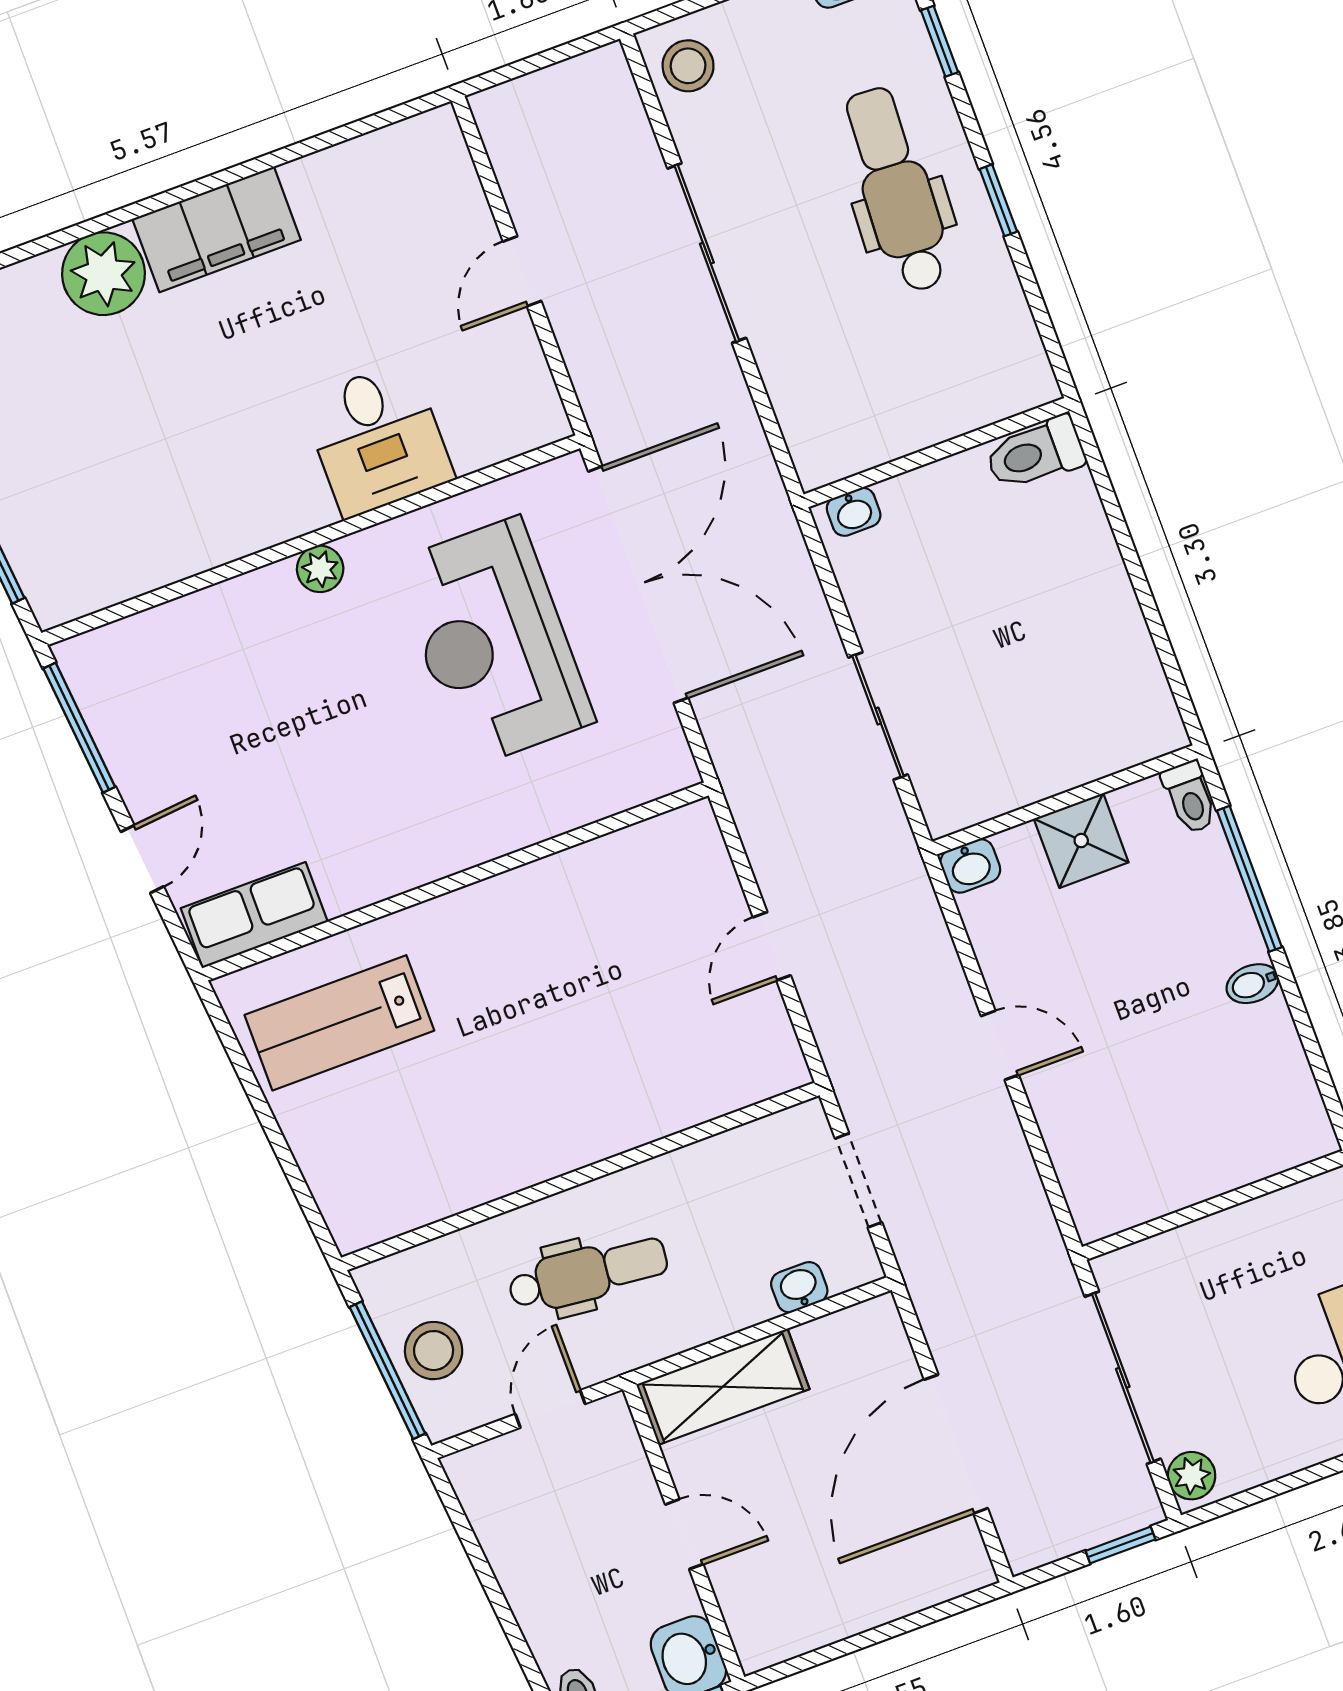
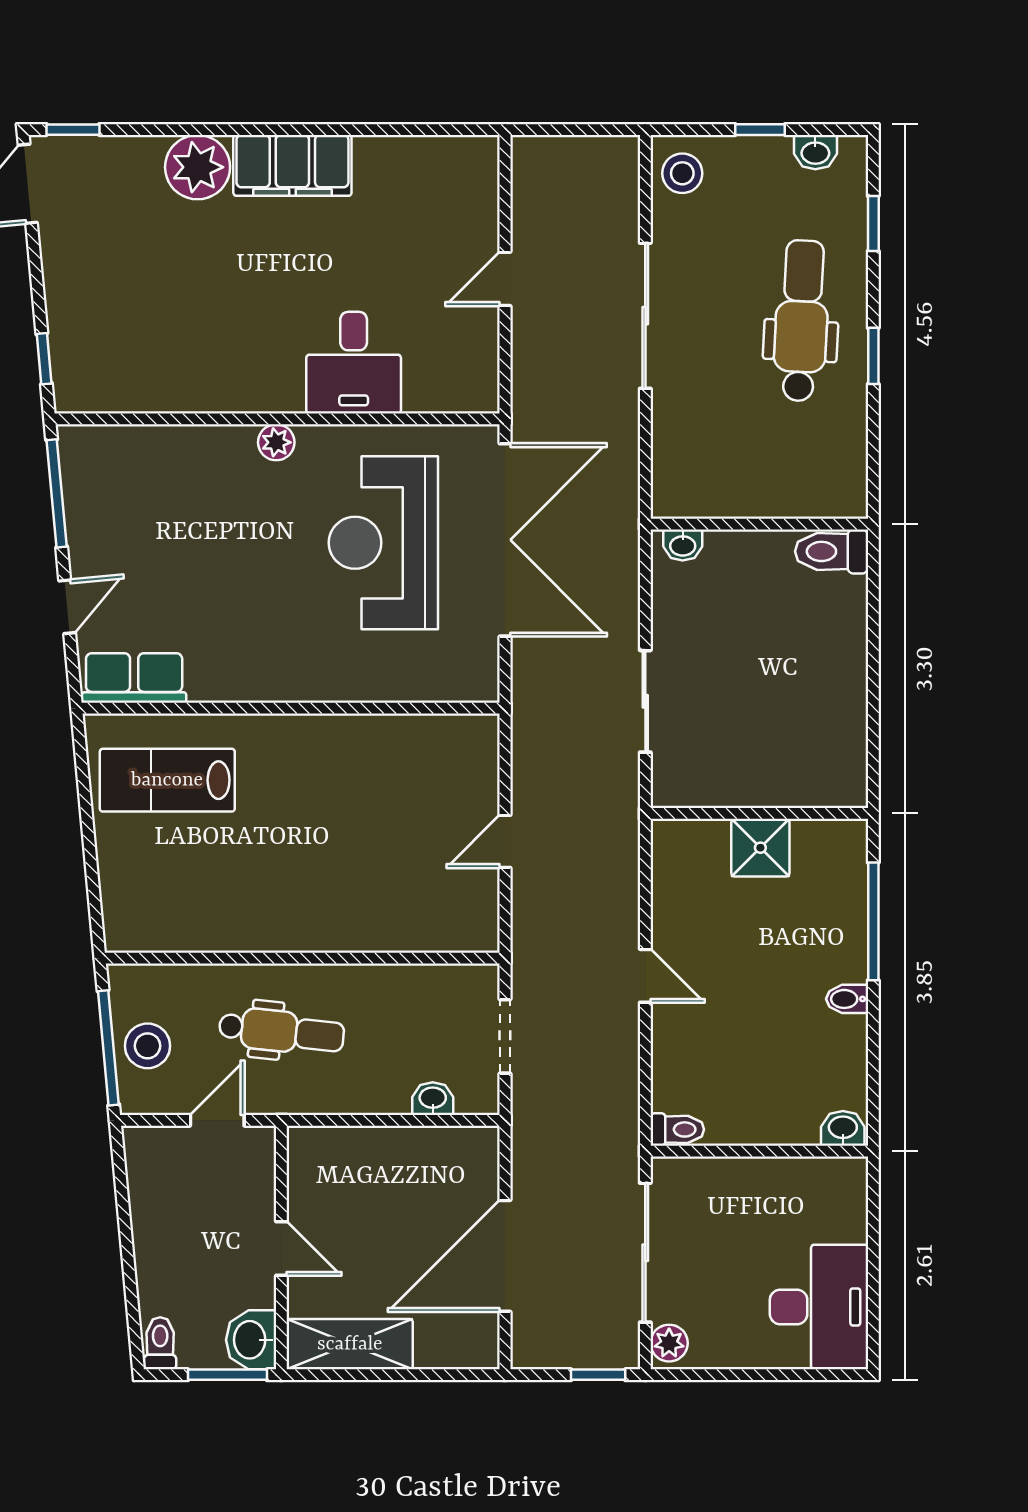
toilet: (1190, 797) -> (677, 1129), moved, turned -90
washbasin: (970, 866) -> (843, 1128), moved, turned 180
shelving: (723, 1387) -> (350, 1344), moved

